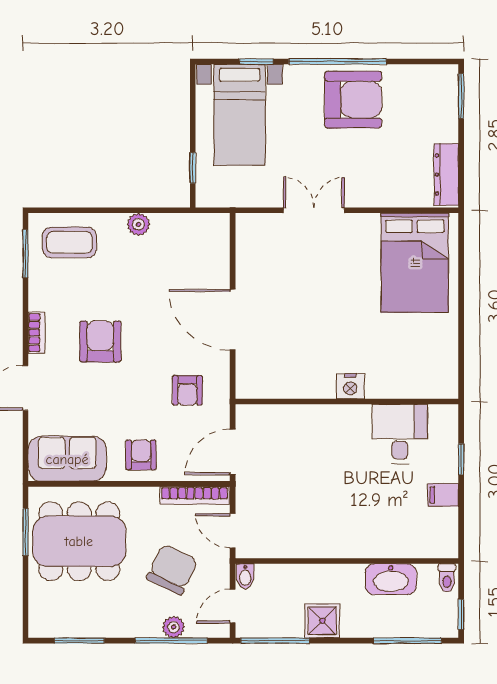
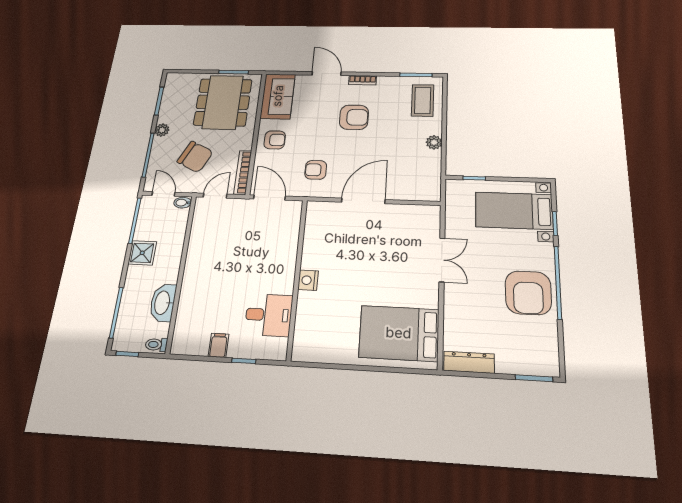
plant: (174, 627) -> (162, 130), moved

